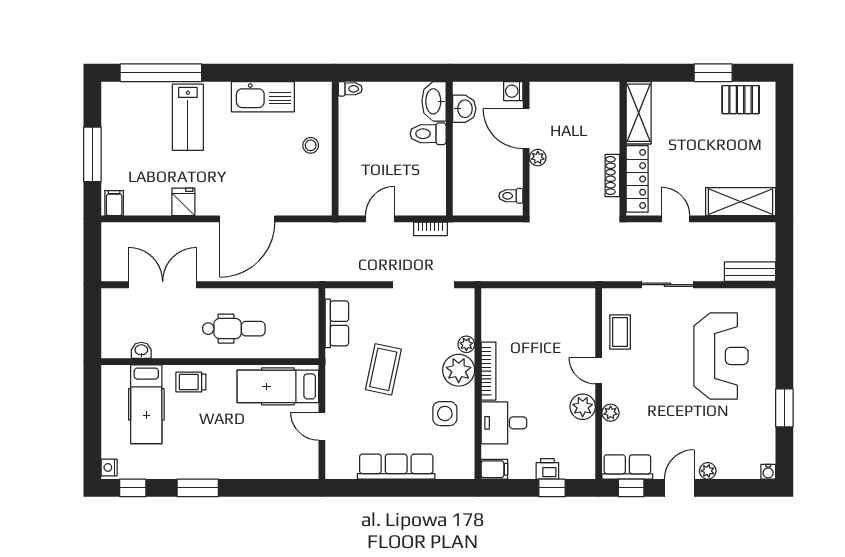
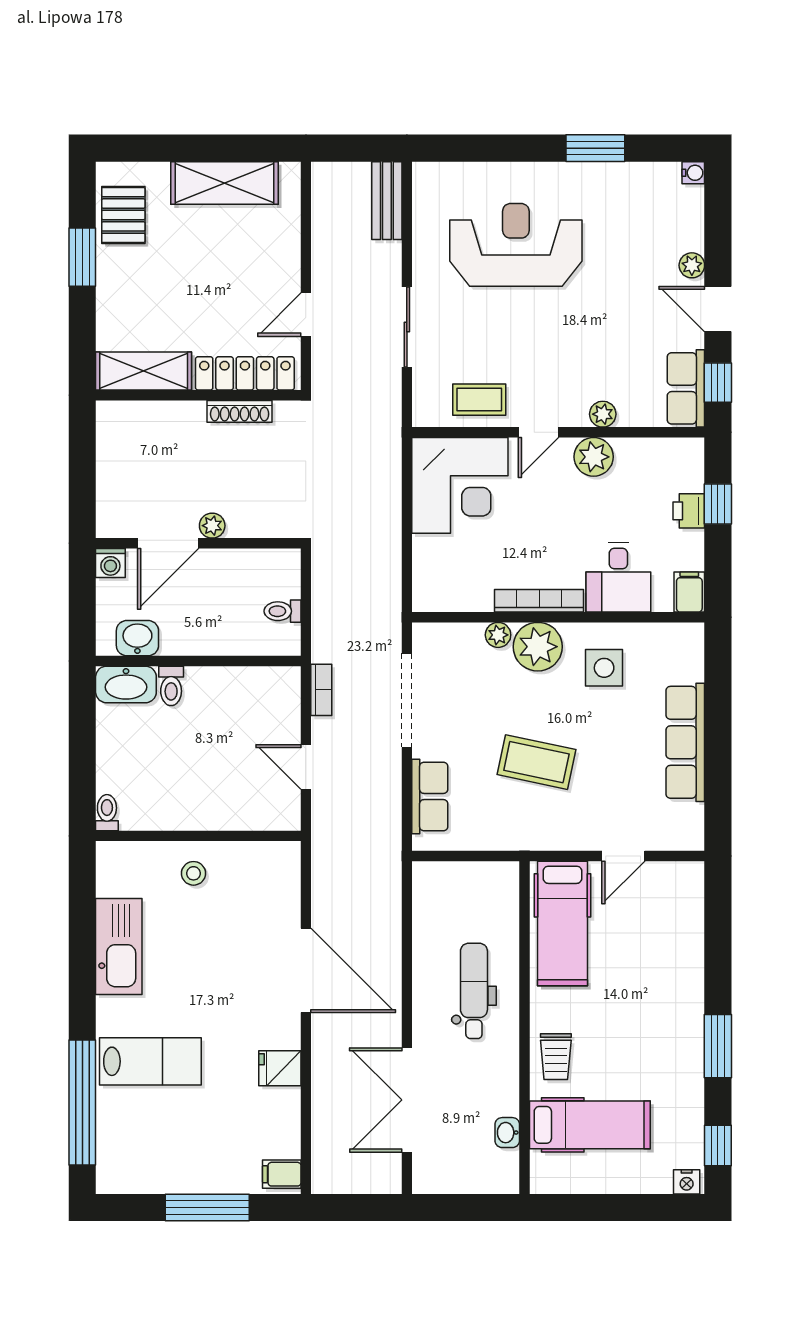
toilet: (428, 134) -> (171, 686), width x0.73, depth x0.72
toilet: (511, 196) -> (283, 611), moved, turned 90
shelving: (741, 202) -> (224, 183), moved, turned 90
corner desk: (564, 319) -> (460, 485), added
row of seats: (337, 323) -> (430, 796), moved, turned 90

